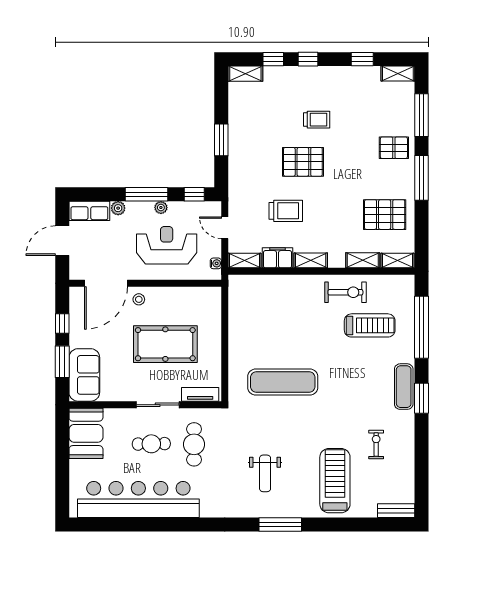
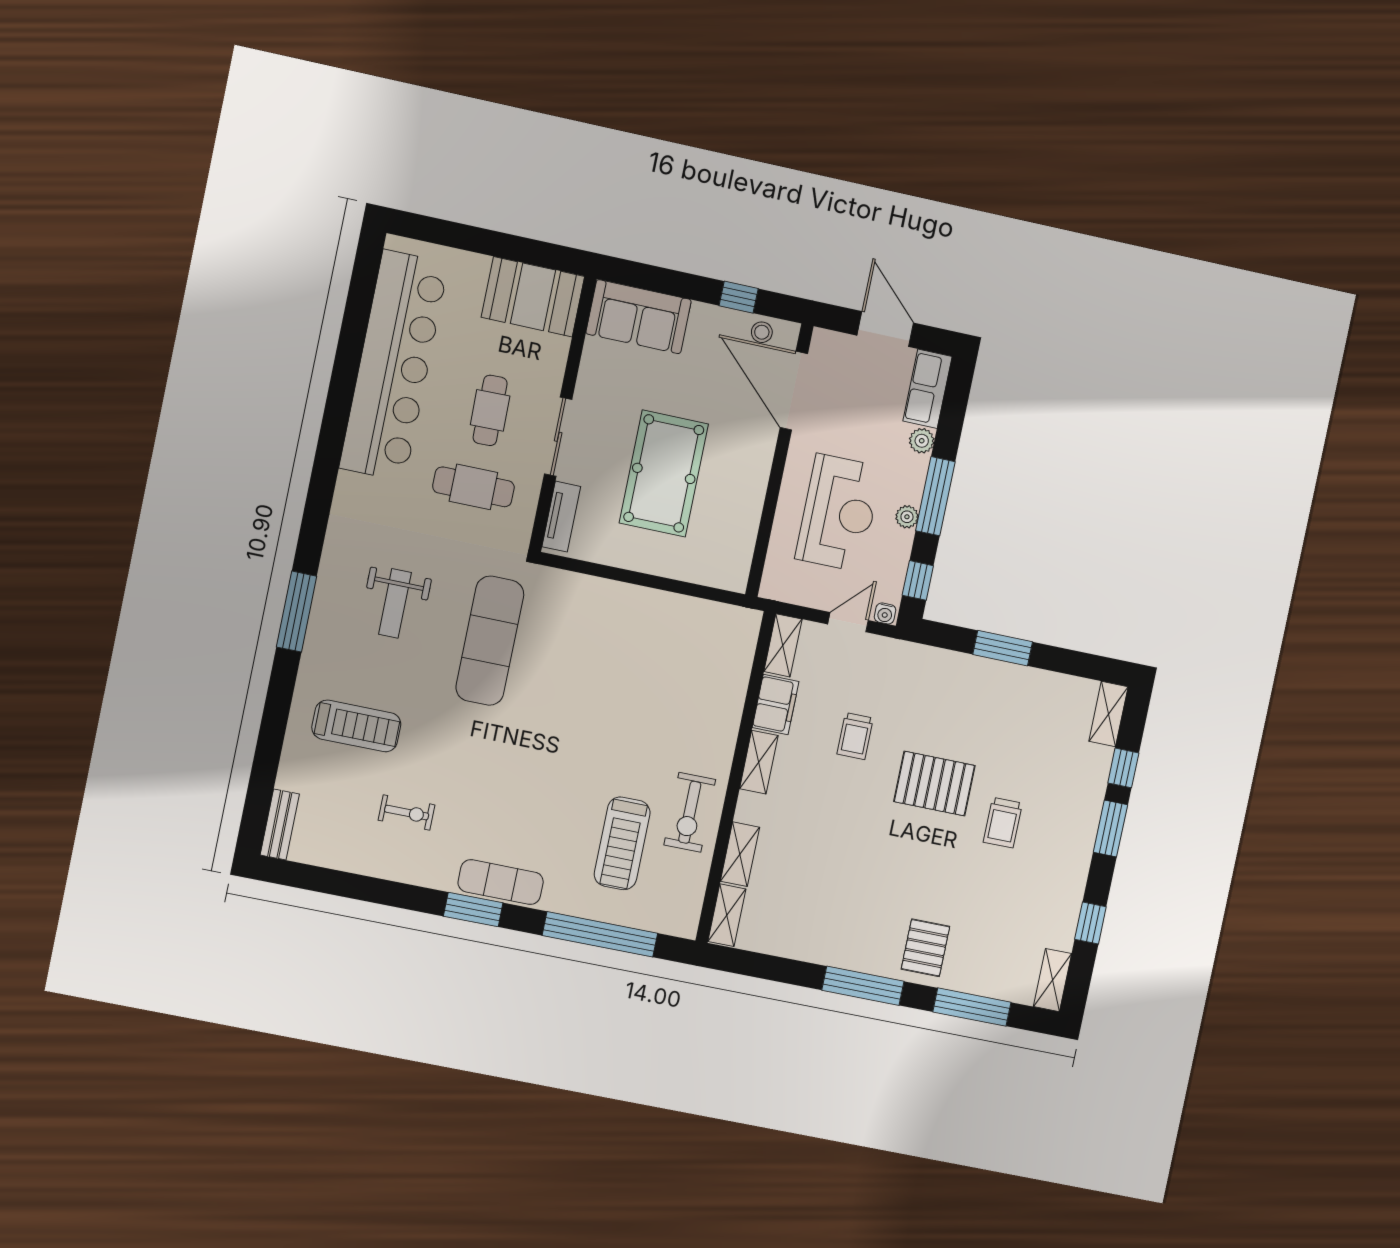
window: (308, 59) -> (1110, 829), width x1.50
pallet: (303, 162) -> (934, 784), turned 90
trolley: (286, 211) -> (855, 736), width x0.73, depth x0.72
pallet: (385, 215) -> (812, 909), removed
water cooler: (216, 263) -> (885, 613), moved
stool: (139, 299) -> (762, 332), moved
window: (62, 362) -> (670, 282), removed
exercise mat: (283, 382) -> (490, 641), moved
weight bench: (265, 473) -> (395, 603), turned -90
treadmill: (335, 481) -> (356, 726), width x0.73, depth x0.73

